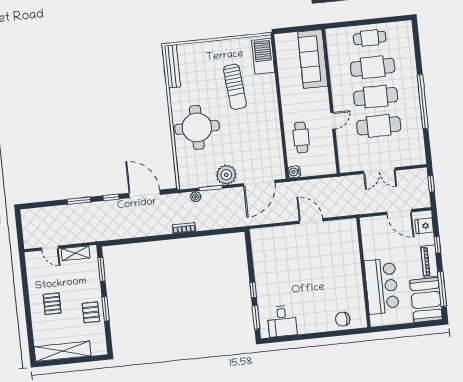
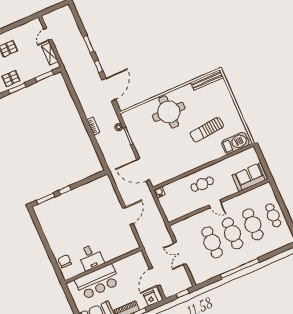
sofa: (313, 59) -> (250, 177), width x0.73
door: (333, 121) -> (215, 204), moved
cafe table: (301, 137) -> (202, 184), moved
plant: (226, 175) -> (141, 144), removed
desk: (282, 321) -> (91, 257), moved, turned -90

